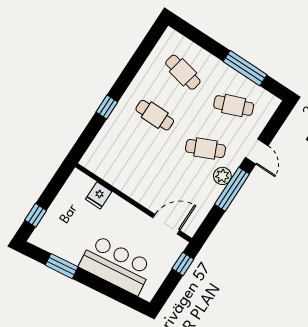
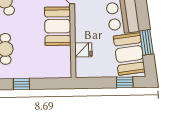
booth: (141, 185) -> (58, 26), added
booth: (62, 240) -> (129, 54), added

